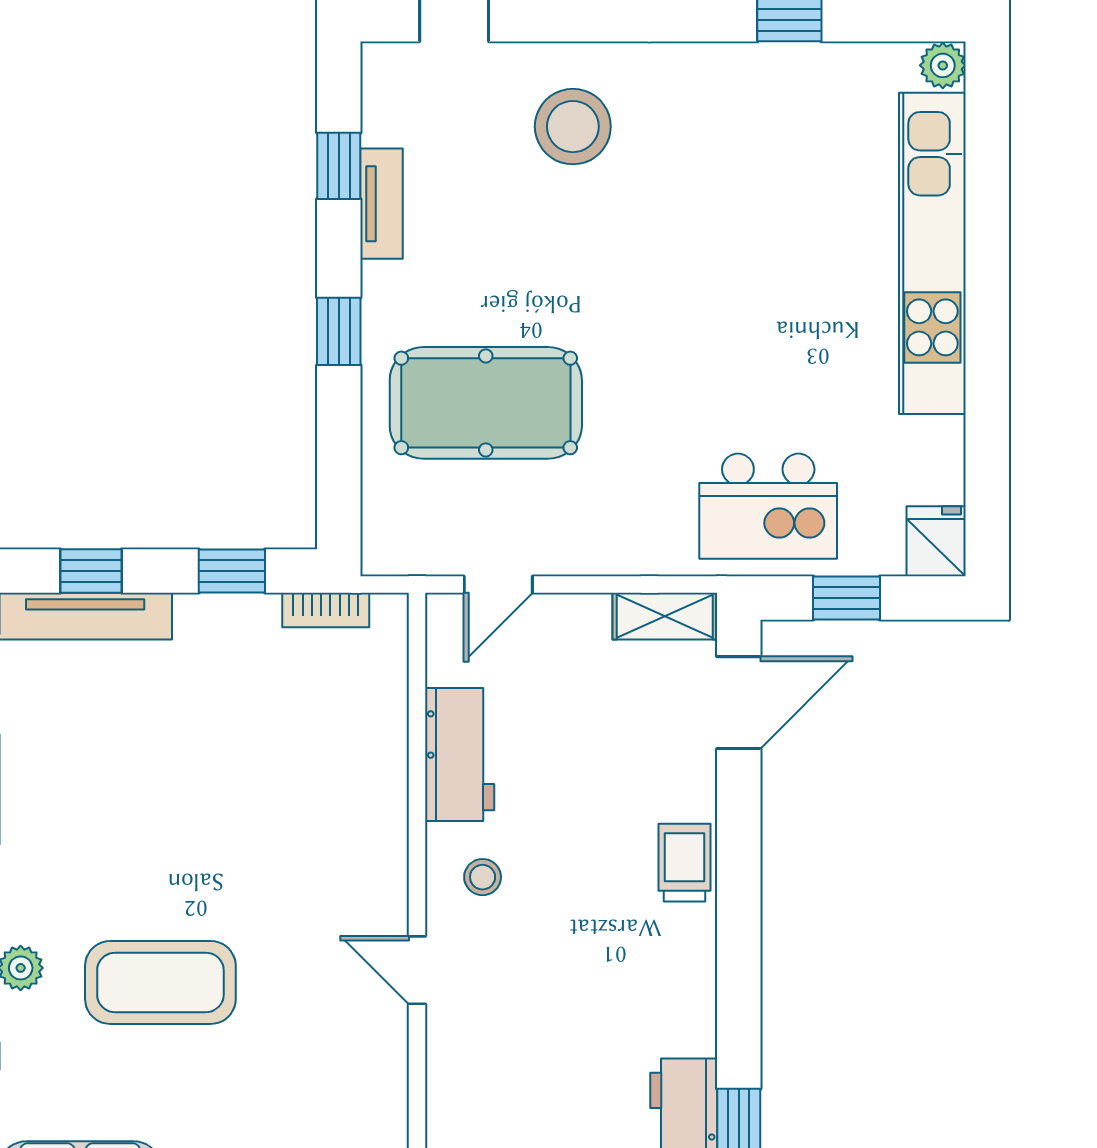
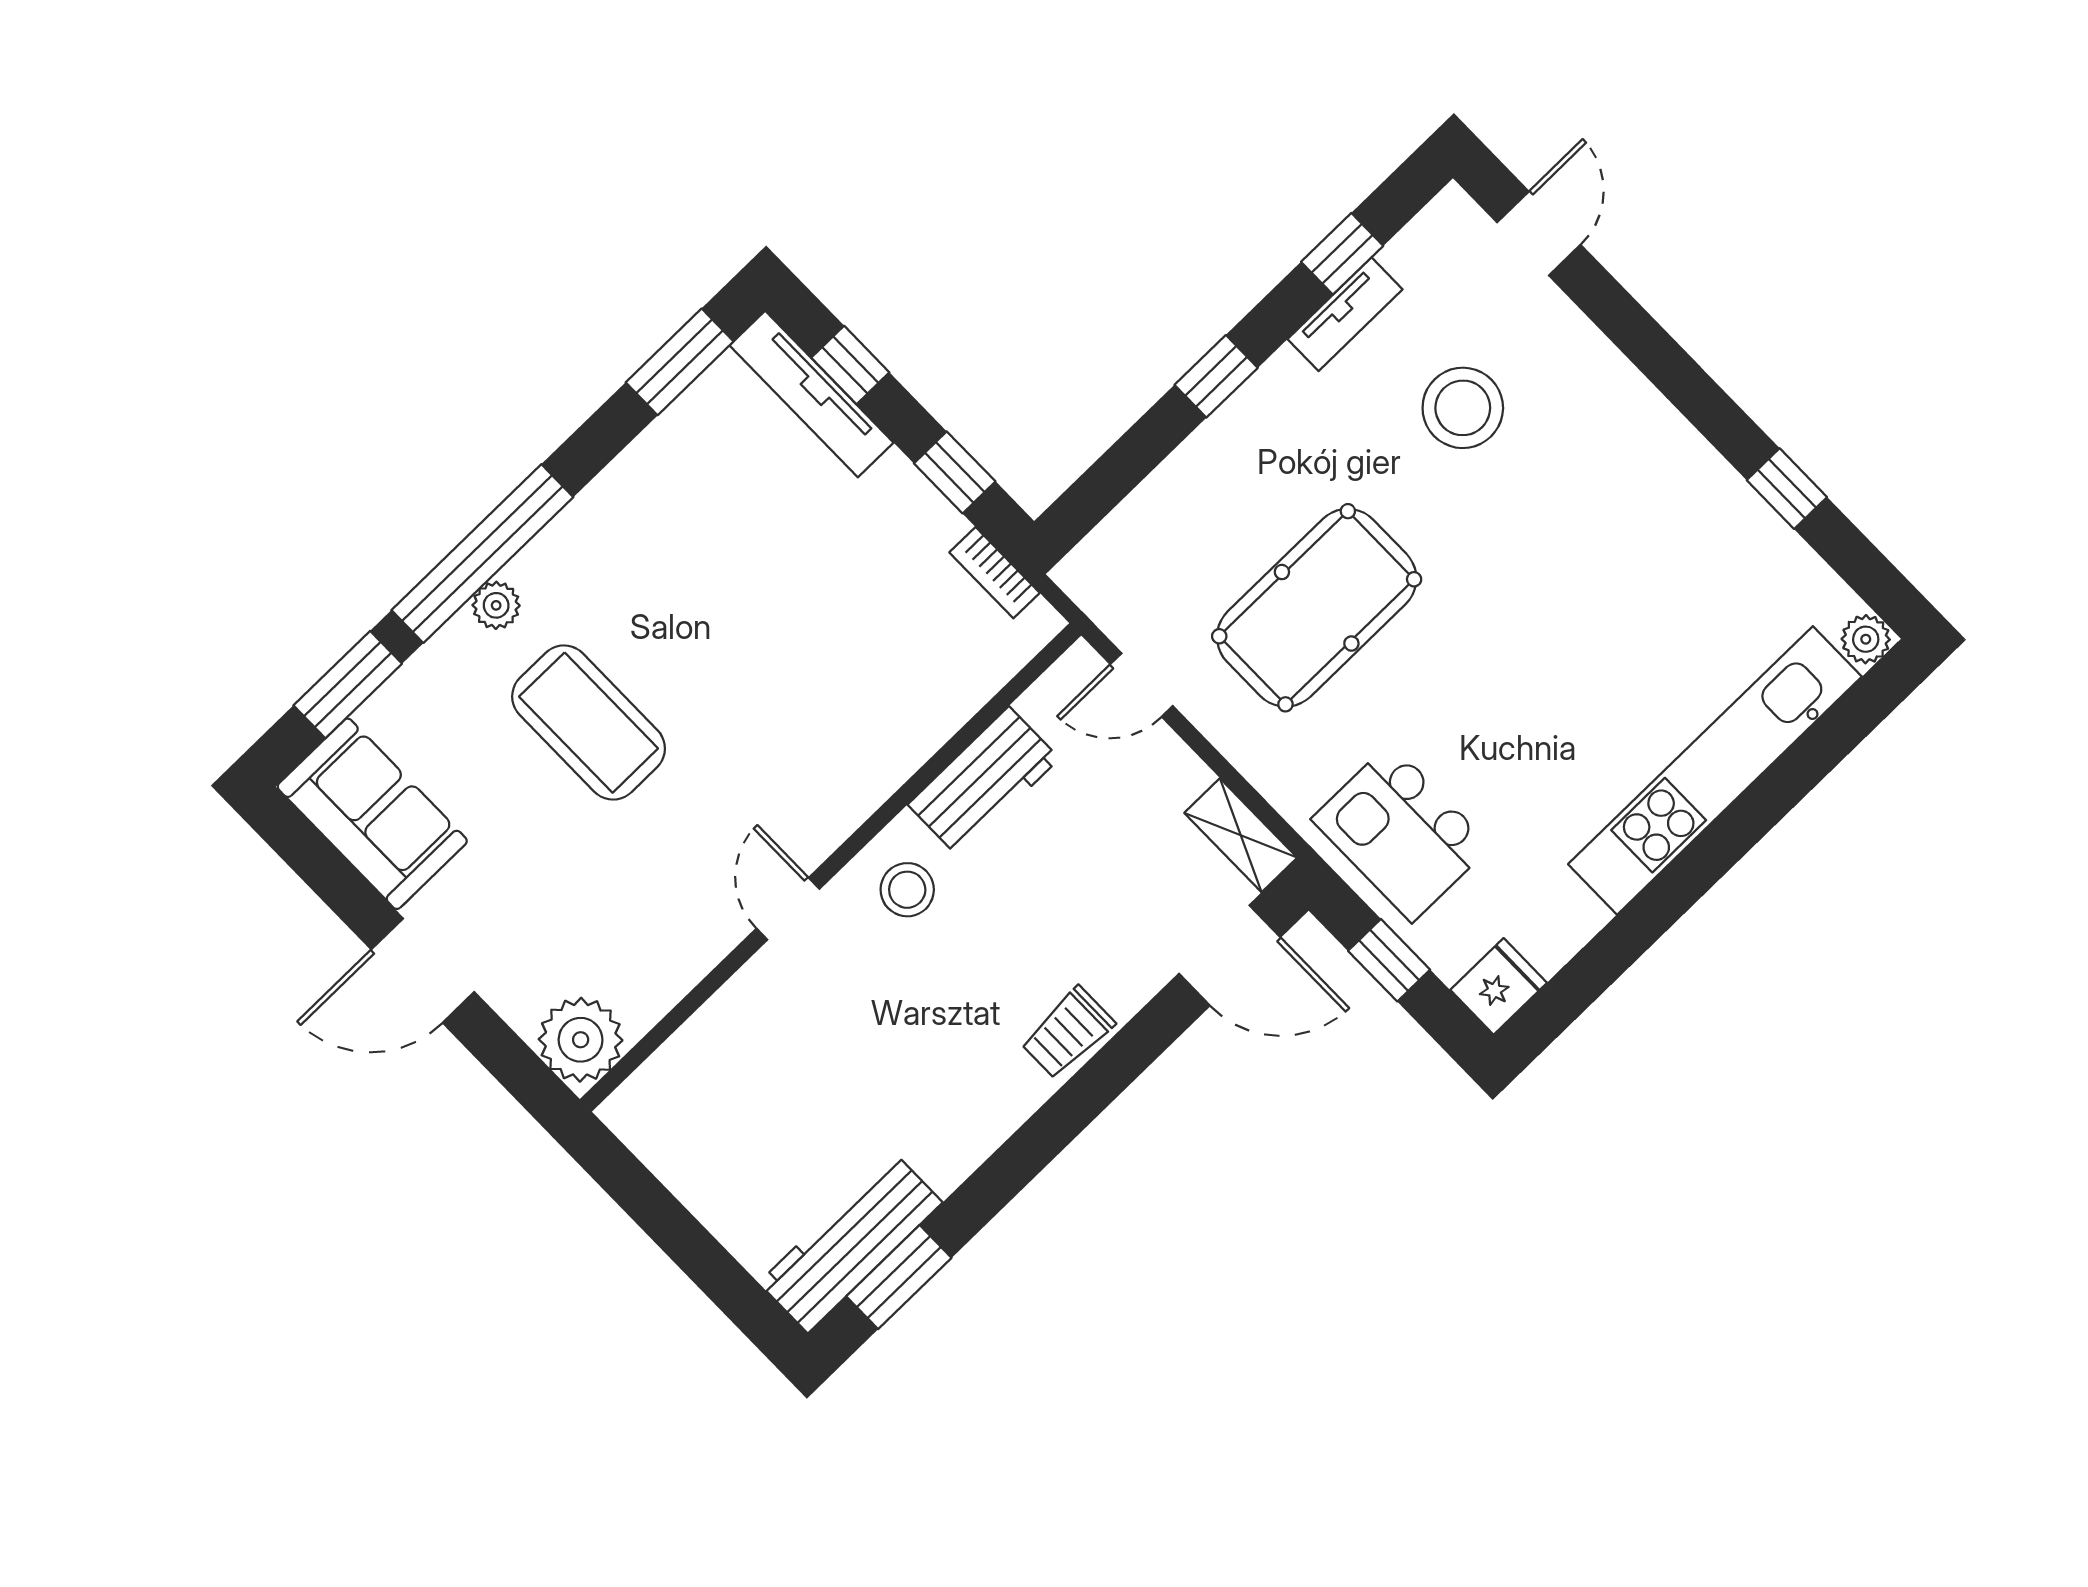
stool: (573, 127) -> (1463, 408), moved
pool table: (486, 403) -> (1317, 608), moved, turned 90
trolley: (685, 863) -> (1068, 1033), turned 180
stool: (483, 877) -> (907, 890), width x1.37, depth x1.37

